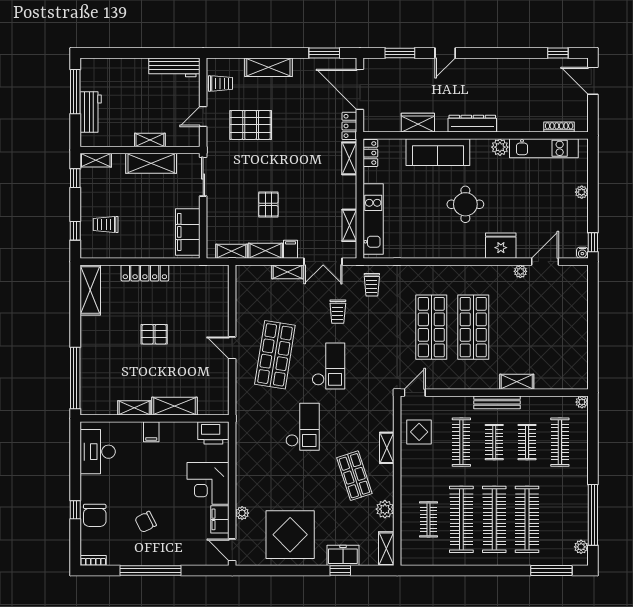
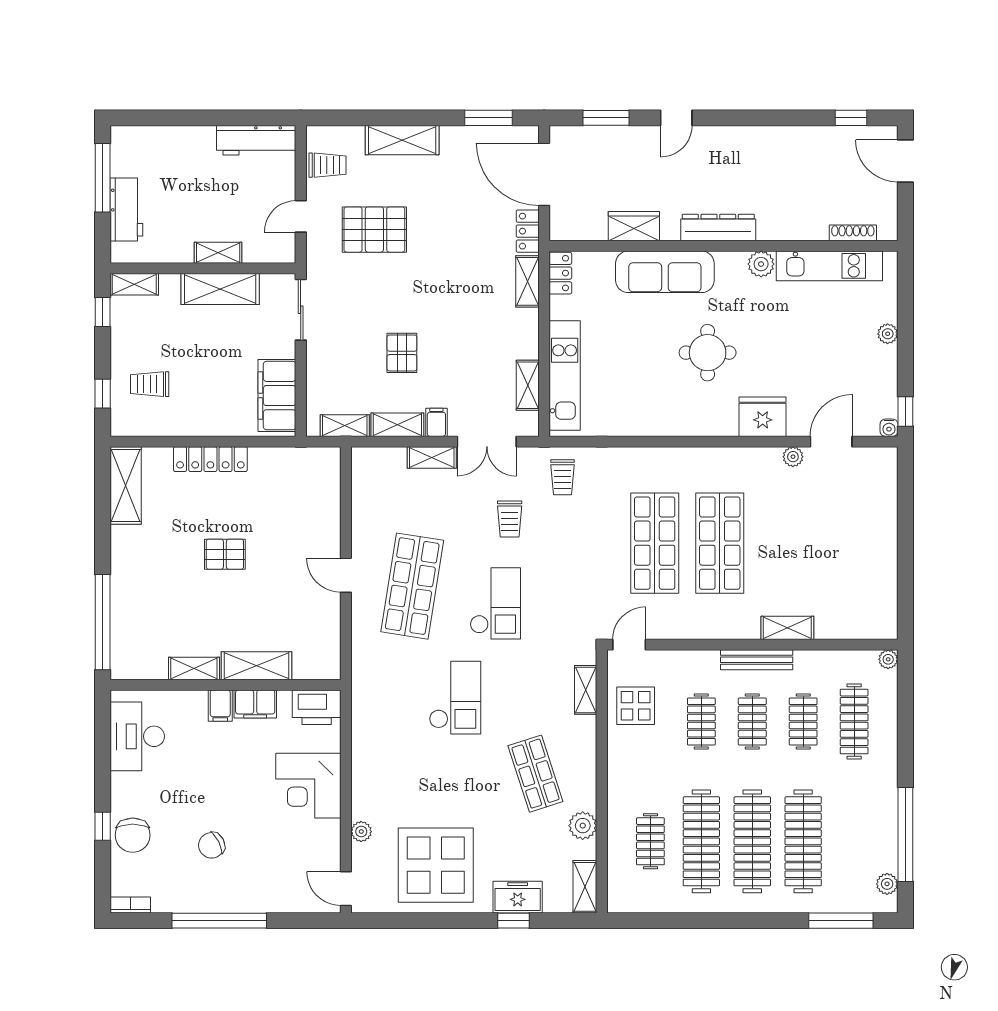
clothes rail: (461, 442) -> (701, 722), width x0.73
shelving: (387, 448) -> (586, 690), moved
filing cabinet: (220, 519) -> (255, 704), moved, turned -90

